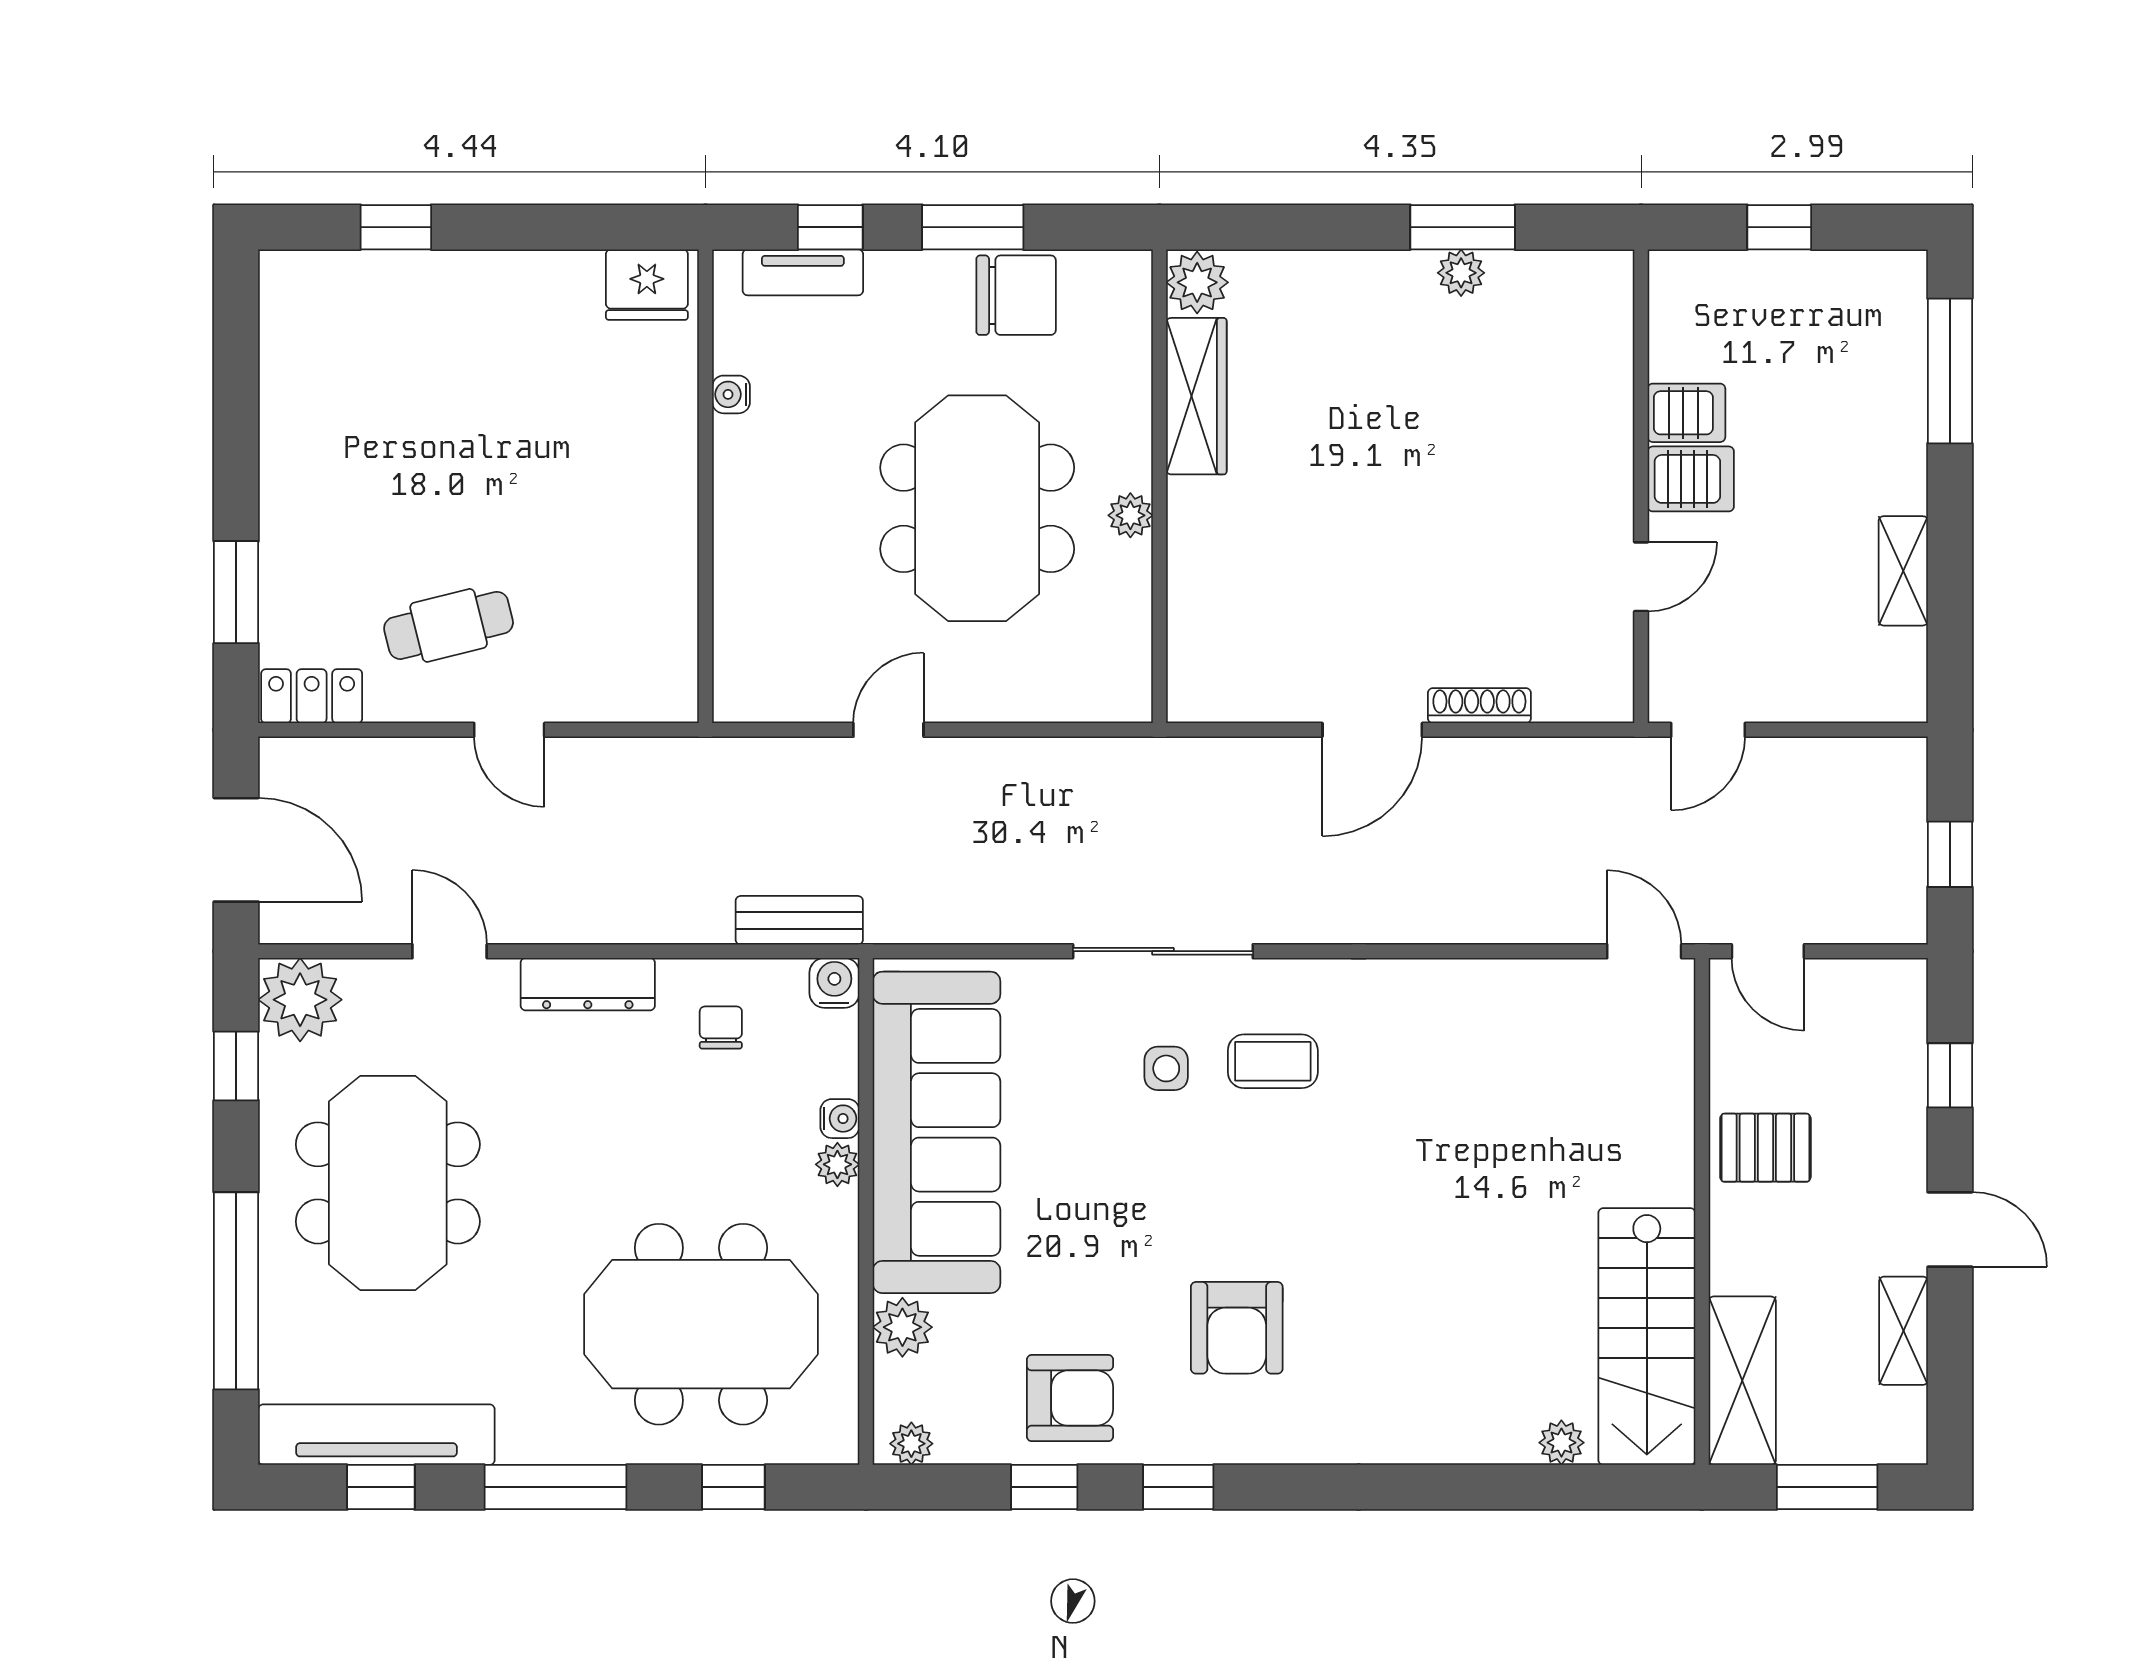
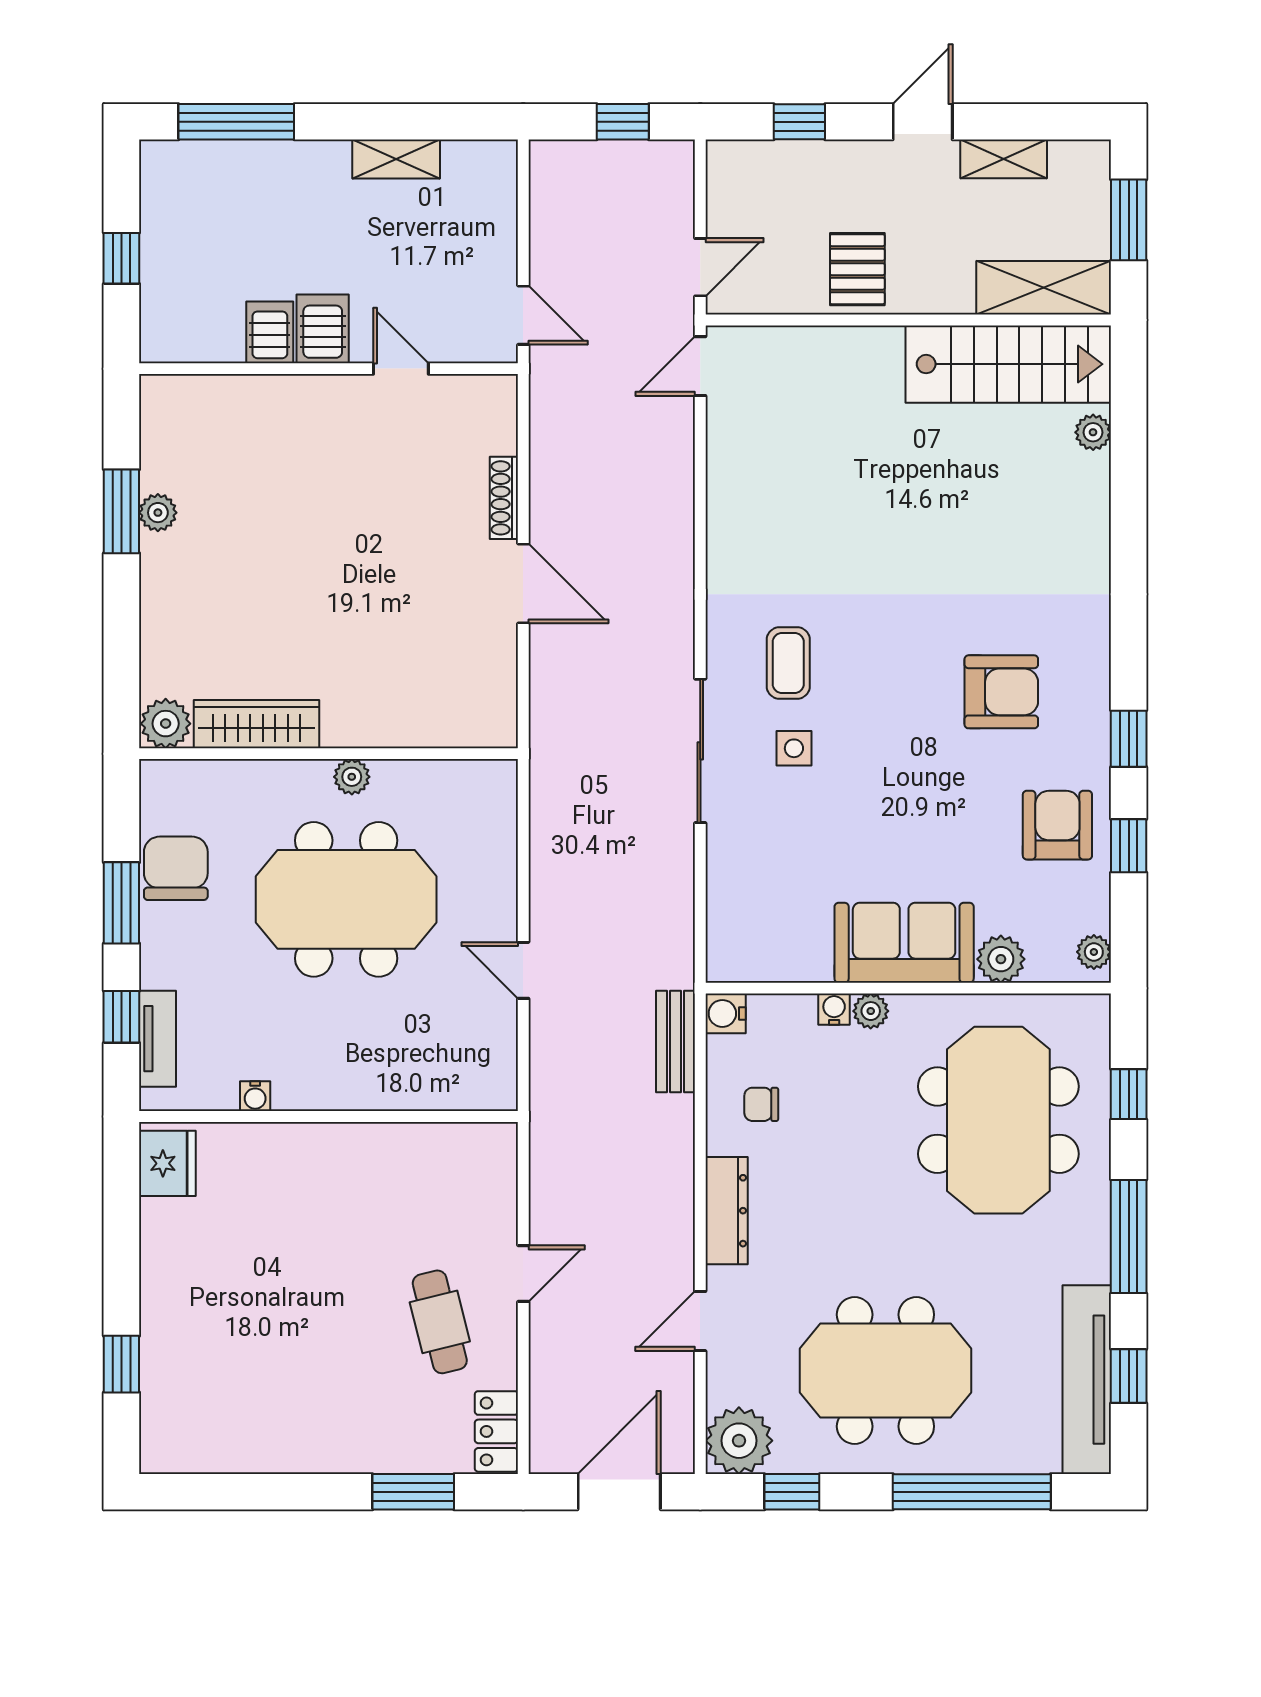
sofa: (937, 1132) -> (904, 943), width x0.54, depth x0.79

